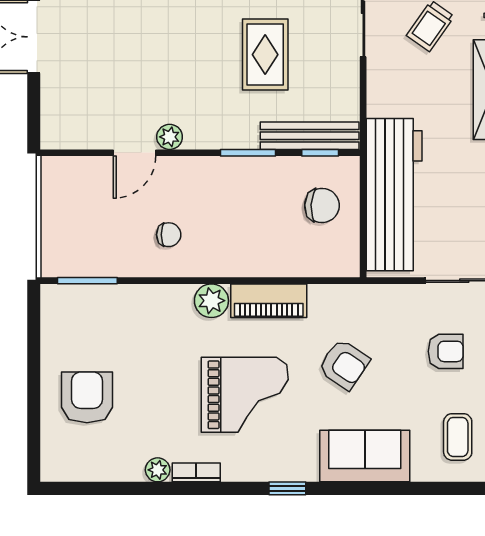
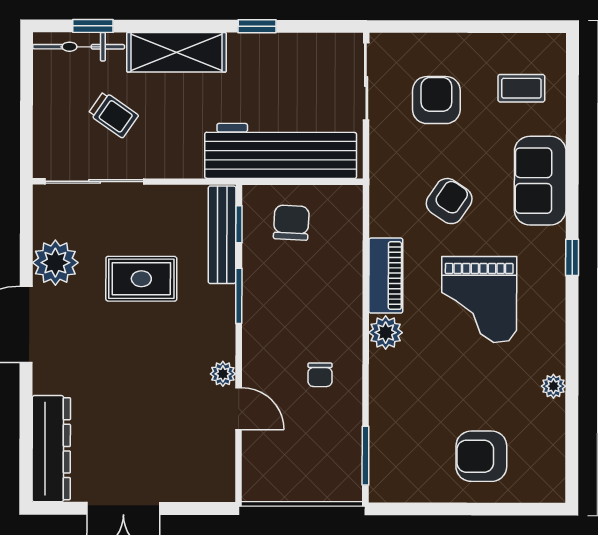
chair: (169, 235) -> (320, 375), turned 180
armchair: (446, 351) -> (436, 100), width x1.38, depth x1.38
grand piano: (245, 395) -> (479, 300), turned 180
bookcase: (196, 472) -> (556, 348), removed

